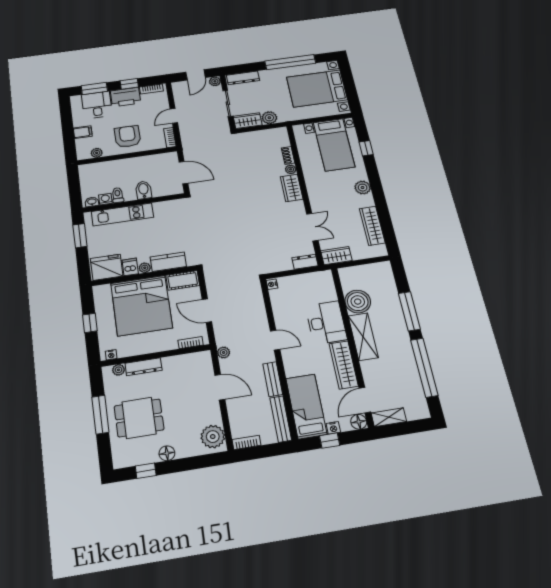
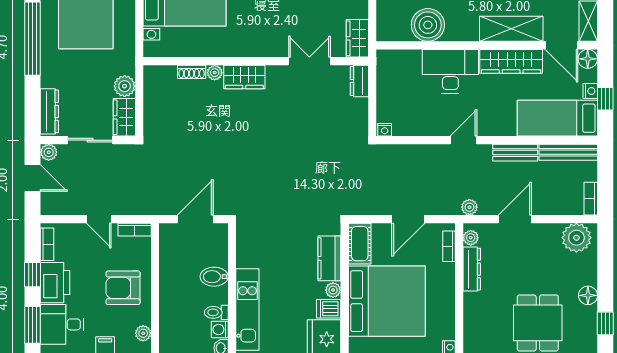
shelving: (363, 337) -> (511, 29), moved
dresser: (144, 367) -> (472, 269), moved
plant: (118, 370) -> (471, 238), moved

